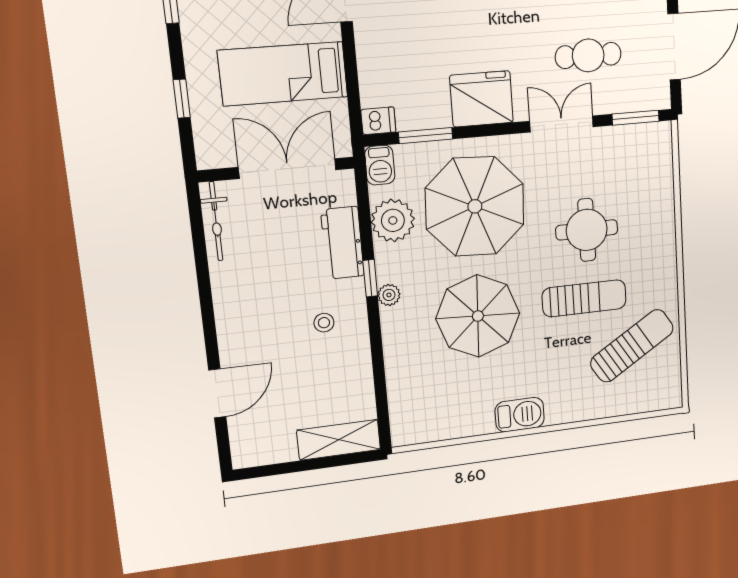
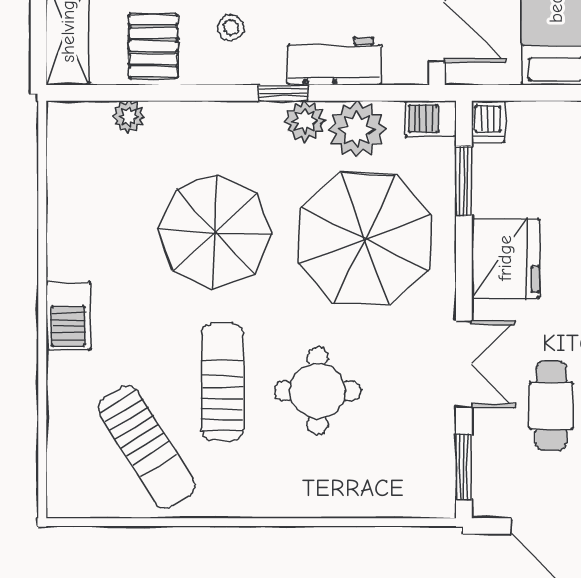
plant: (389, 295) -> (305, 121), moved, width x1.38, depth x1.38
sun lounger: (584, 298) -> (222, 382), turned 180
pallet: (344, 377) -> (153, 46), added
plant: (398, 388) -> (129, 117), added
barbecue: (520, 415) -> (68, 316), moved

